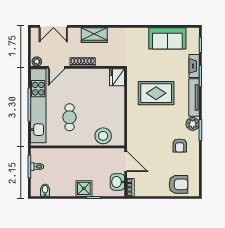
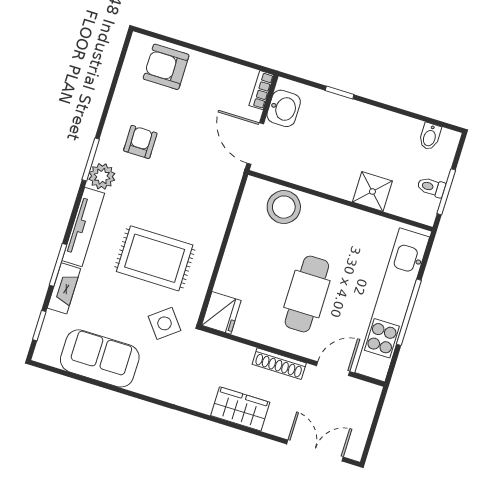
plant: (37, 61) -> (368, 392), removed
side table: (142, 64) -> (165, 323), added
cafe table: (70, 117) -> (307, 294), moved, width x1.37, depth x1.35
shower: (84, 188) -> (372, 191), moved

